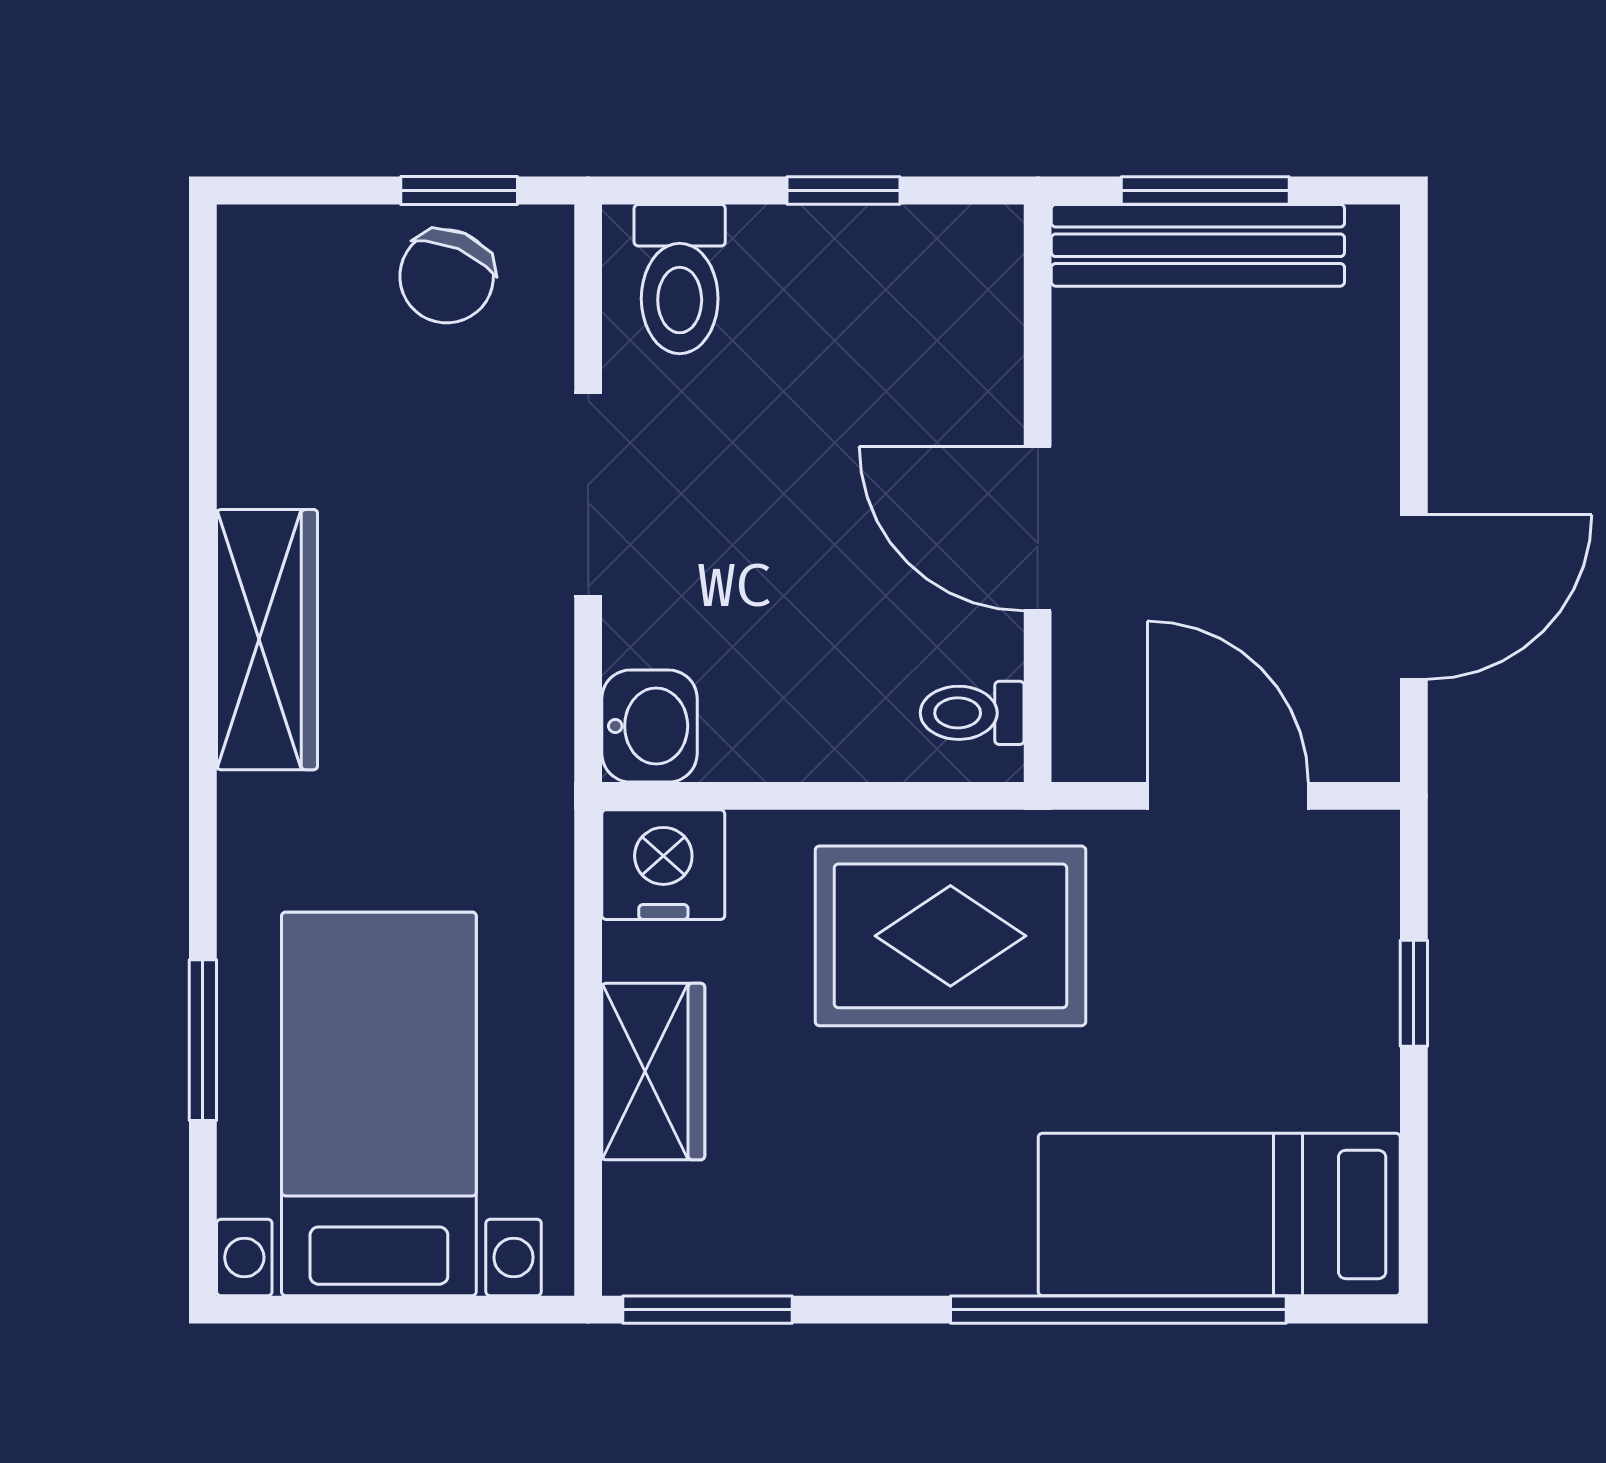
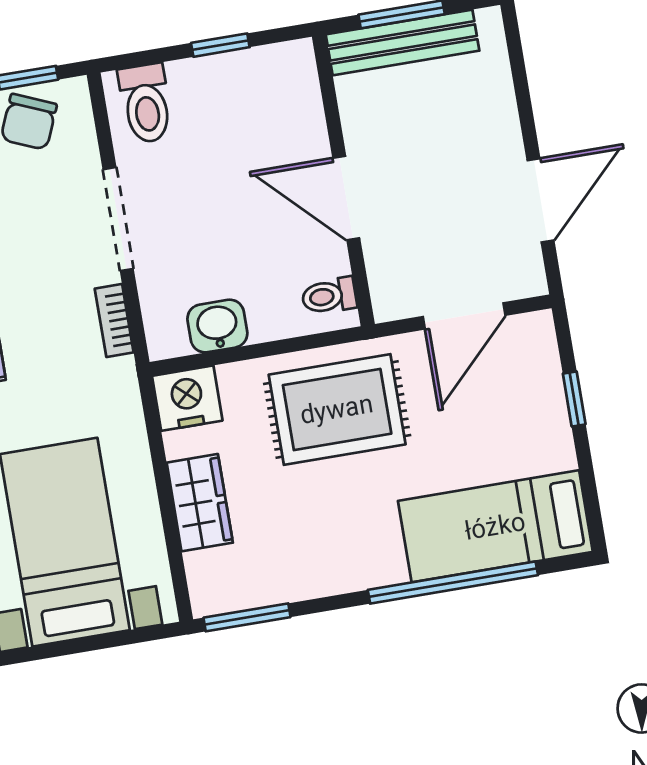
bookcase: (547, 690) -> (114, 321), added
washbasin: (650, 726) -> (217, 326), moved, turned -90
door: (1228, 796) -> (464, 316), swing flipped

